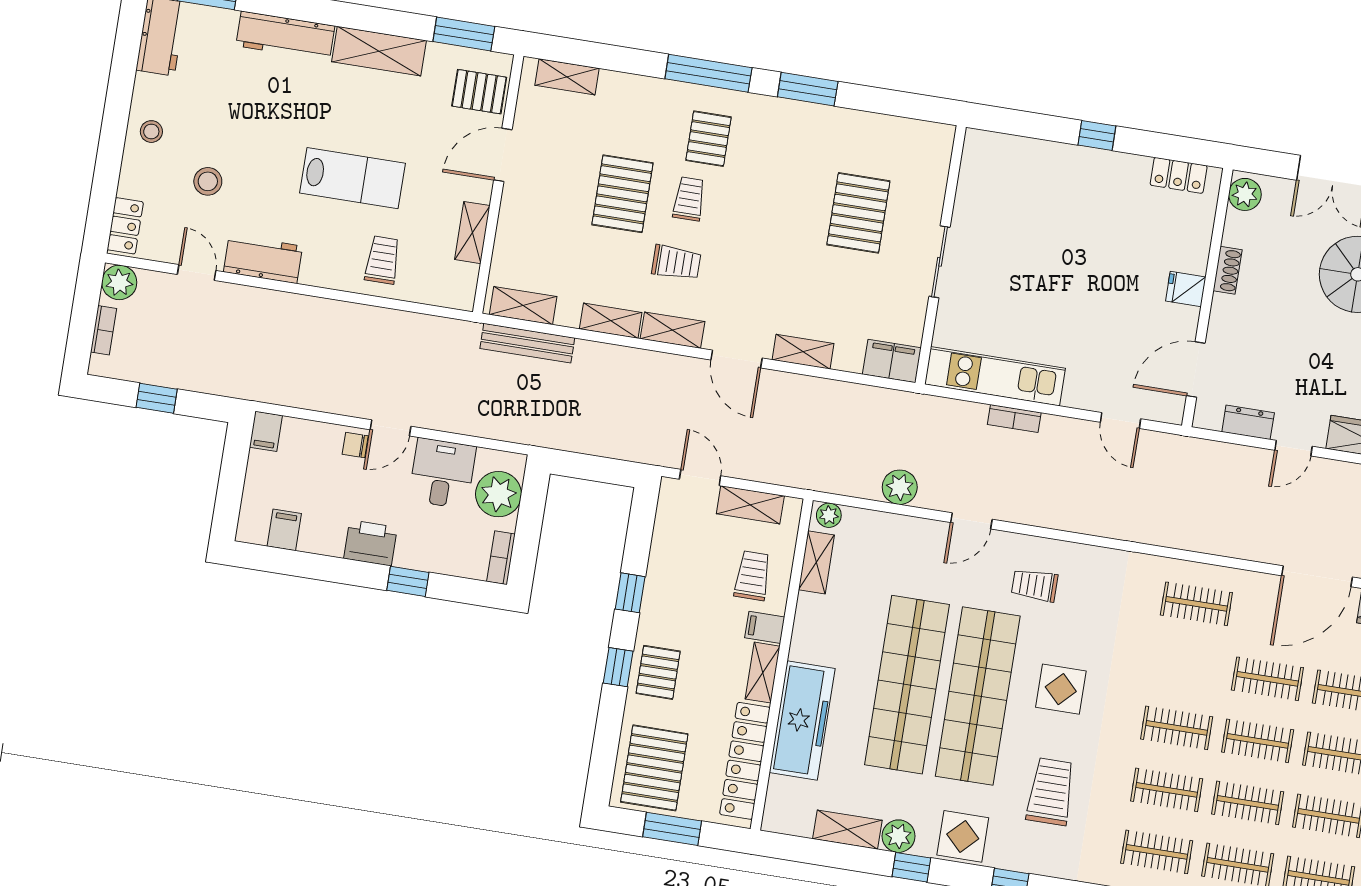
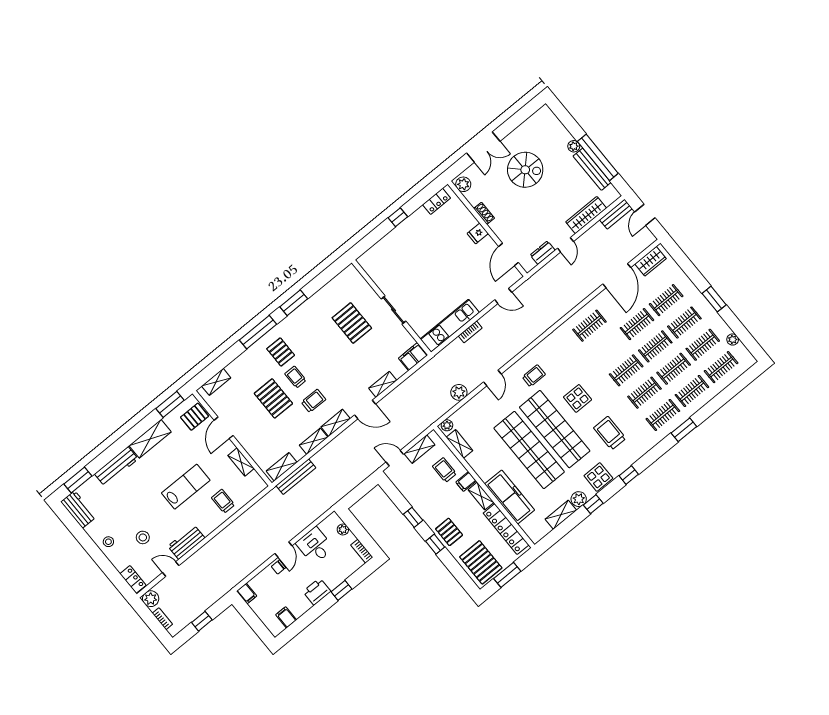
plant: (498, 494) -> (343, 530), width x0.53, depth x0.53
trolley: (1035, 585) -> (534, 376), turned 180

